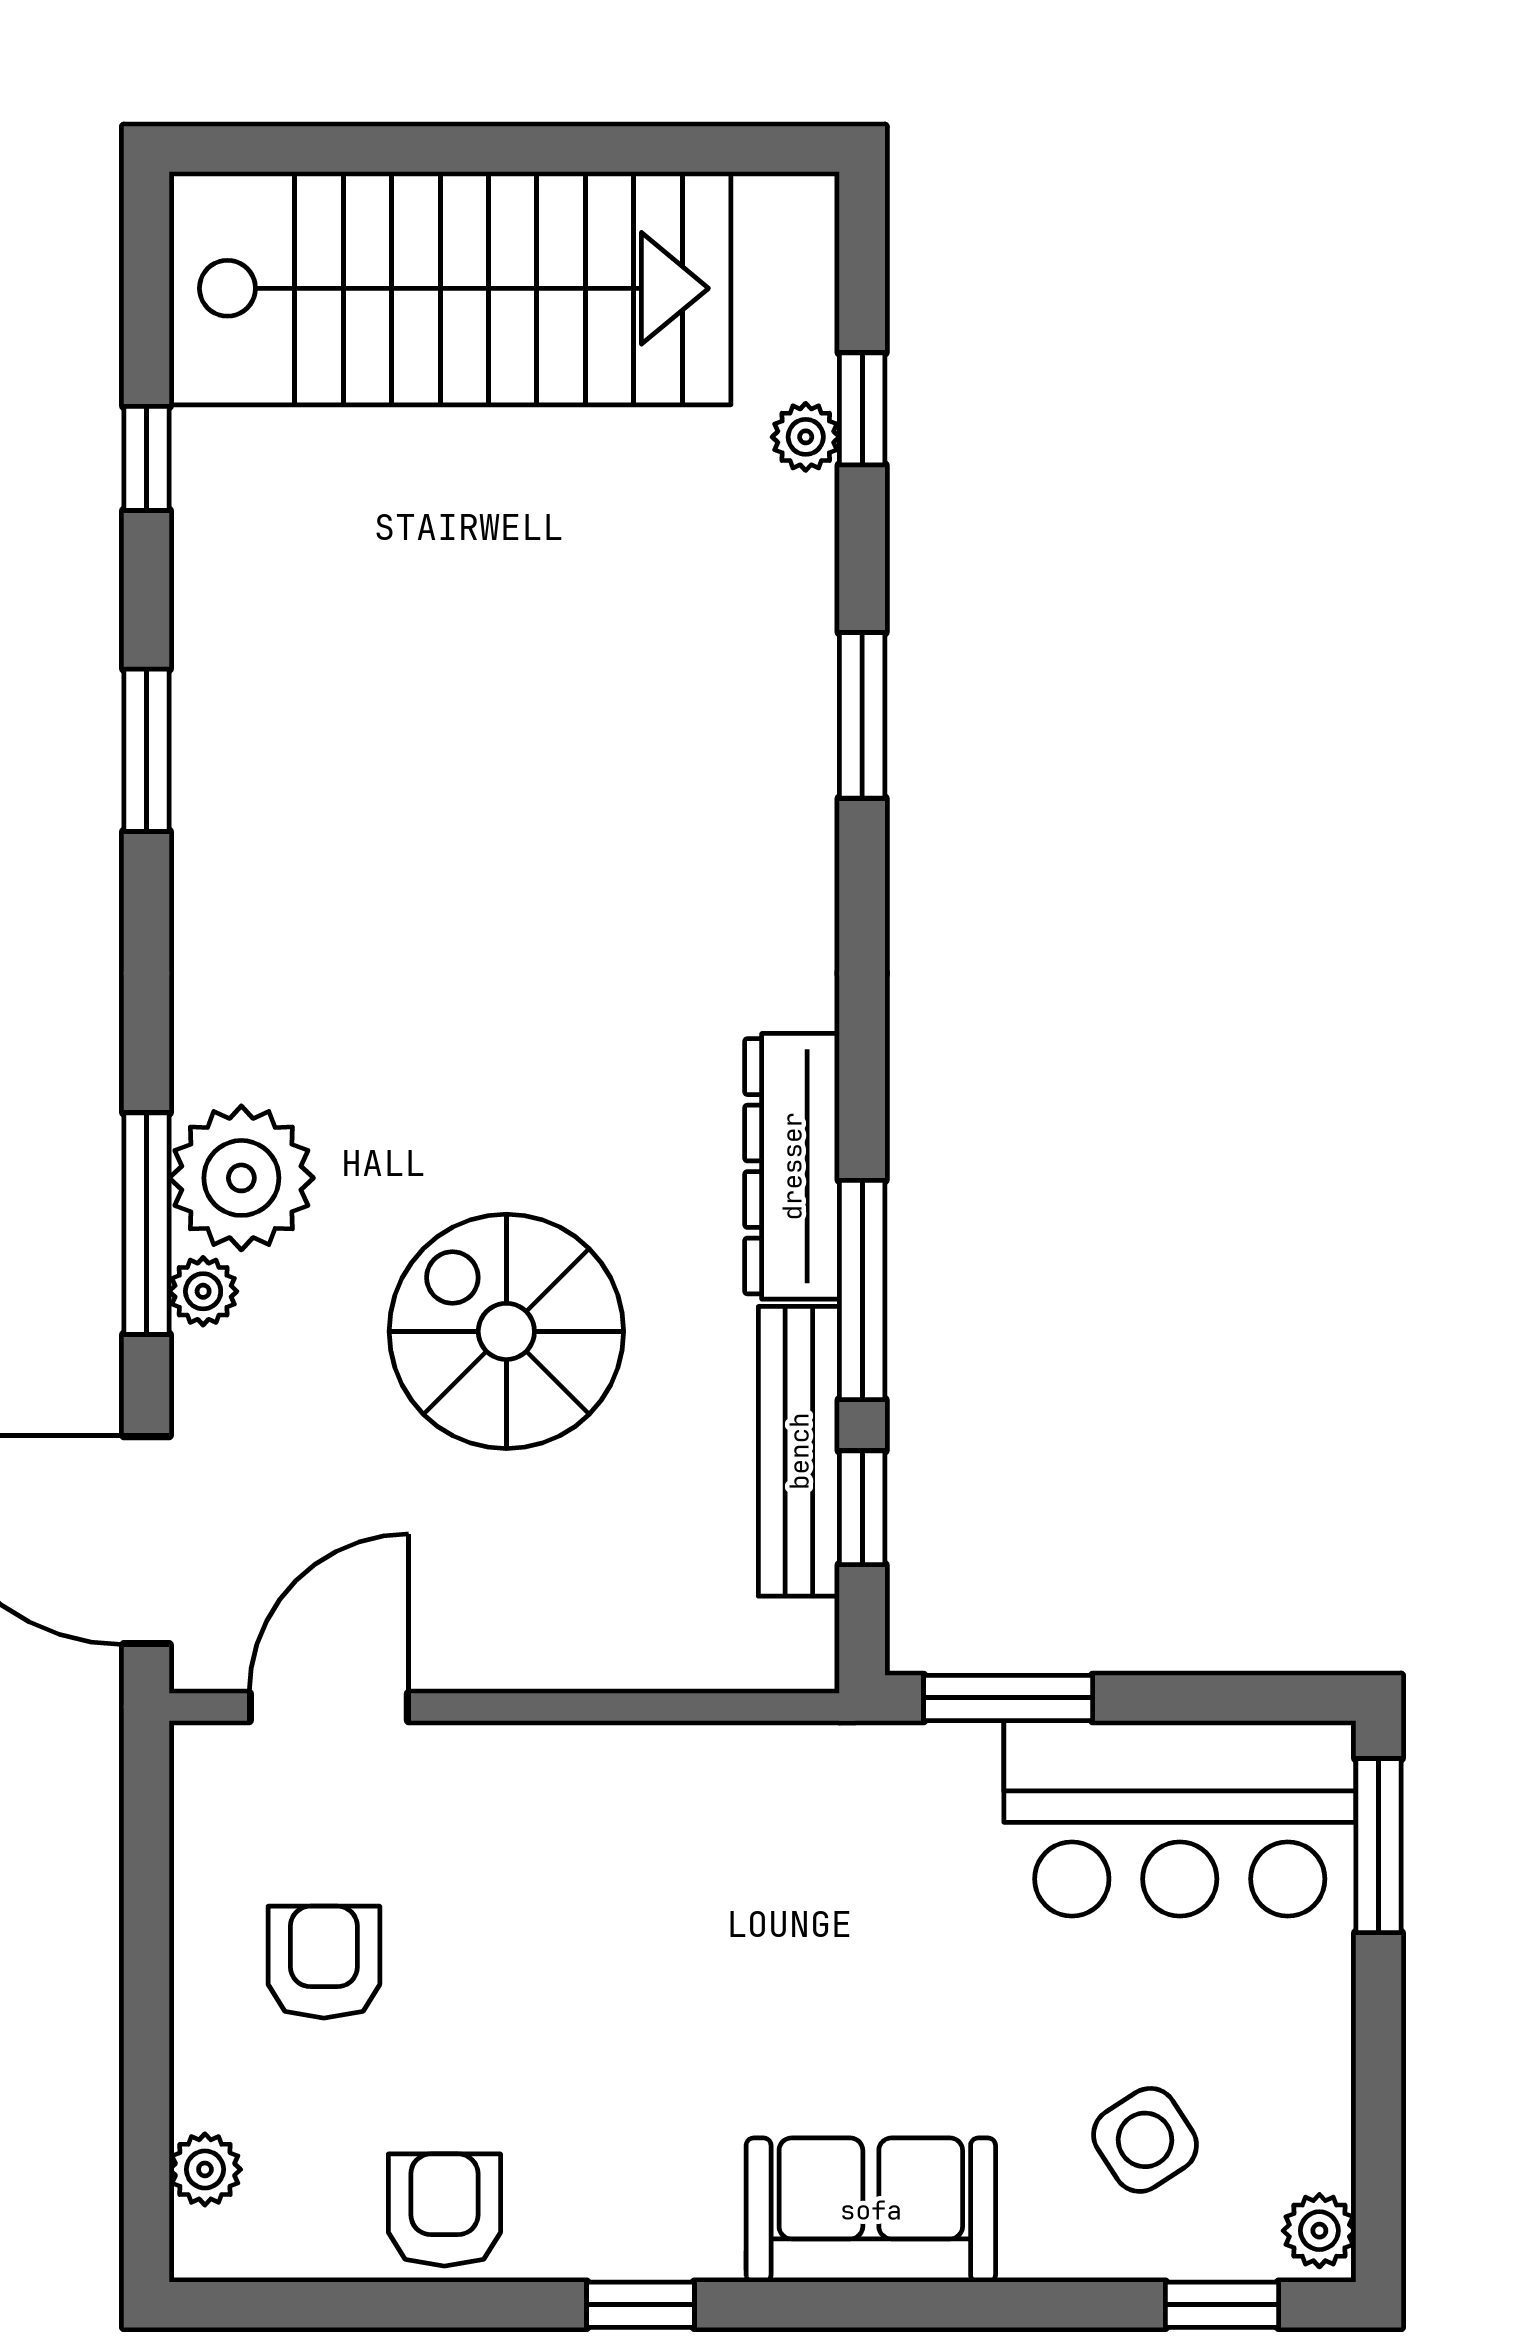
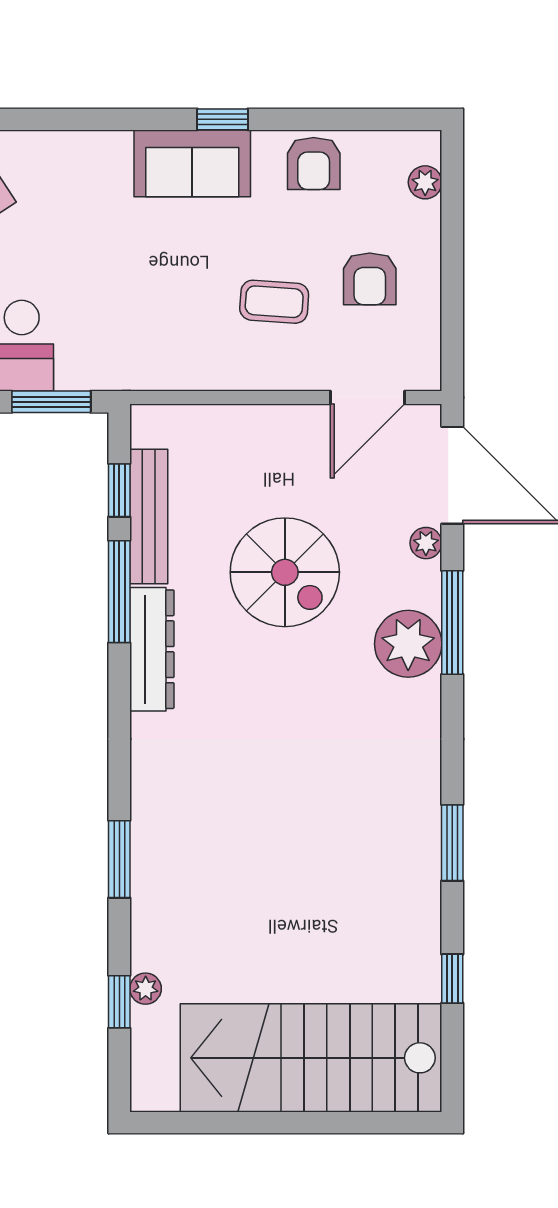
plant: (203, 1291) -> (426, 543), moved
coffee table: (529, 1913) -> (274, 302), added
sofa: (871, 2210) -> (192, 163), moved

